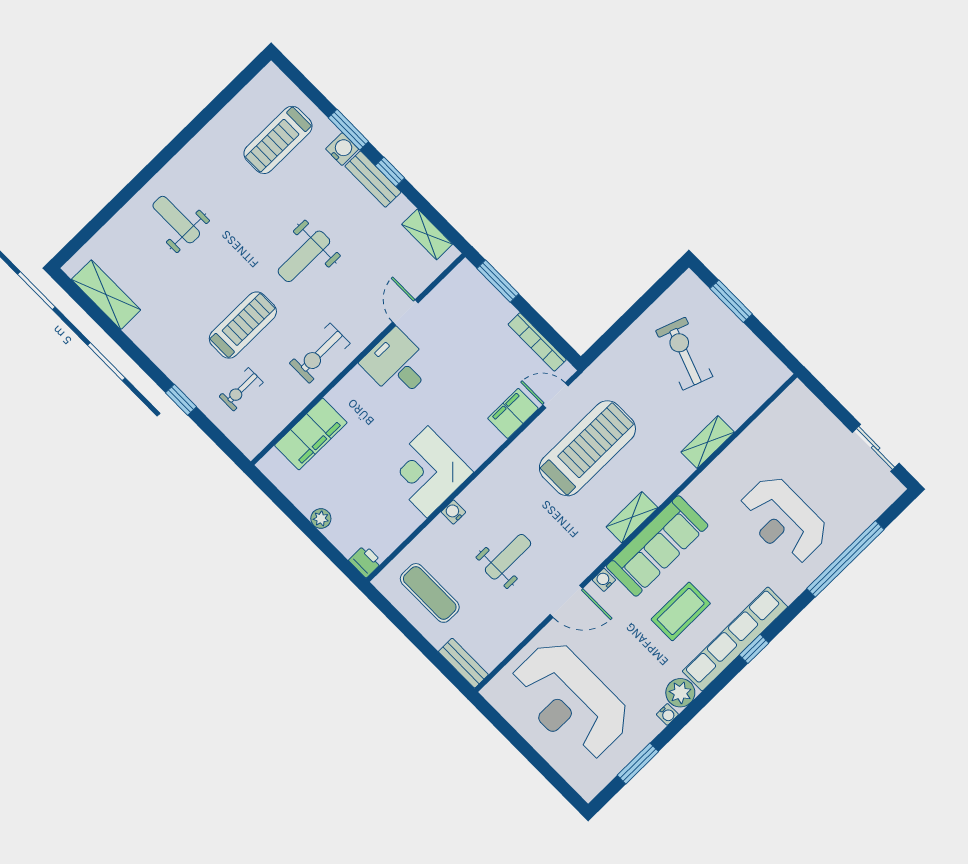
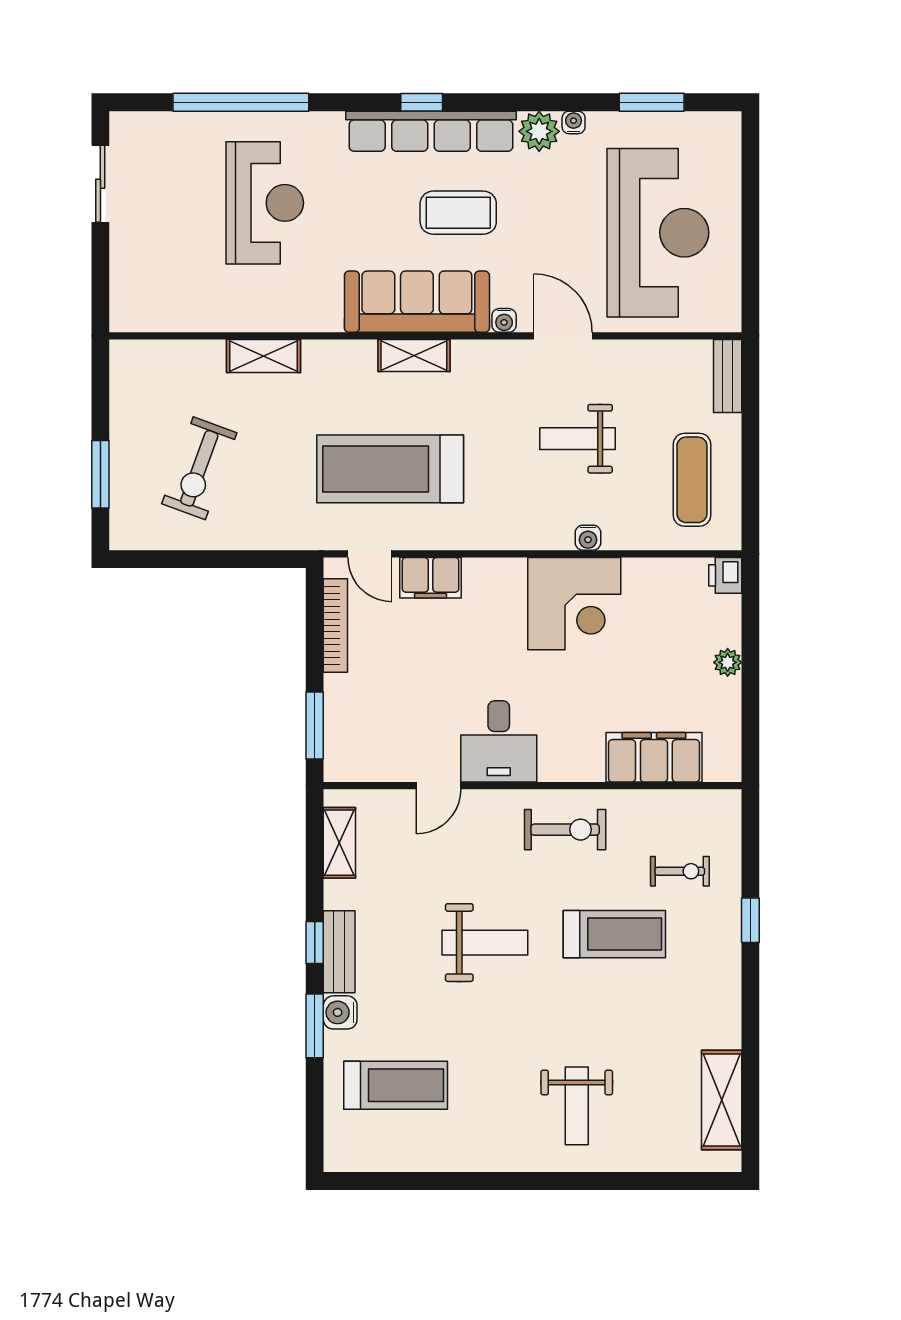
treadmill: (243, 325) -> (614, 934), turned 180

